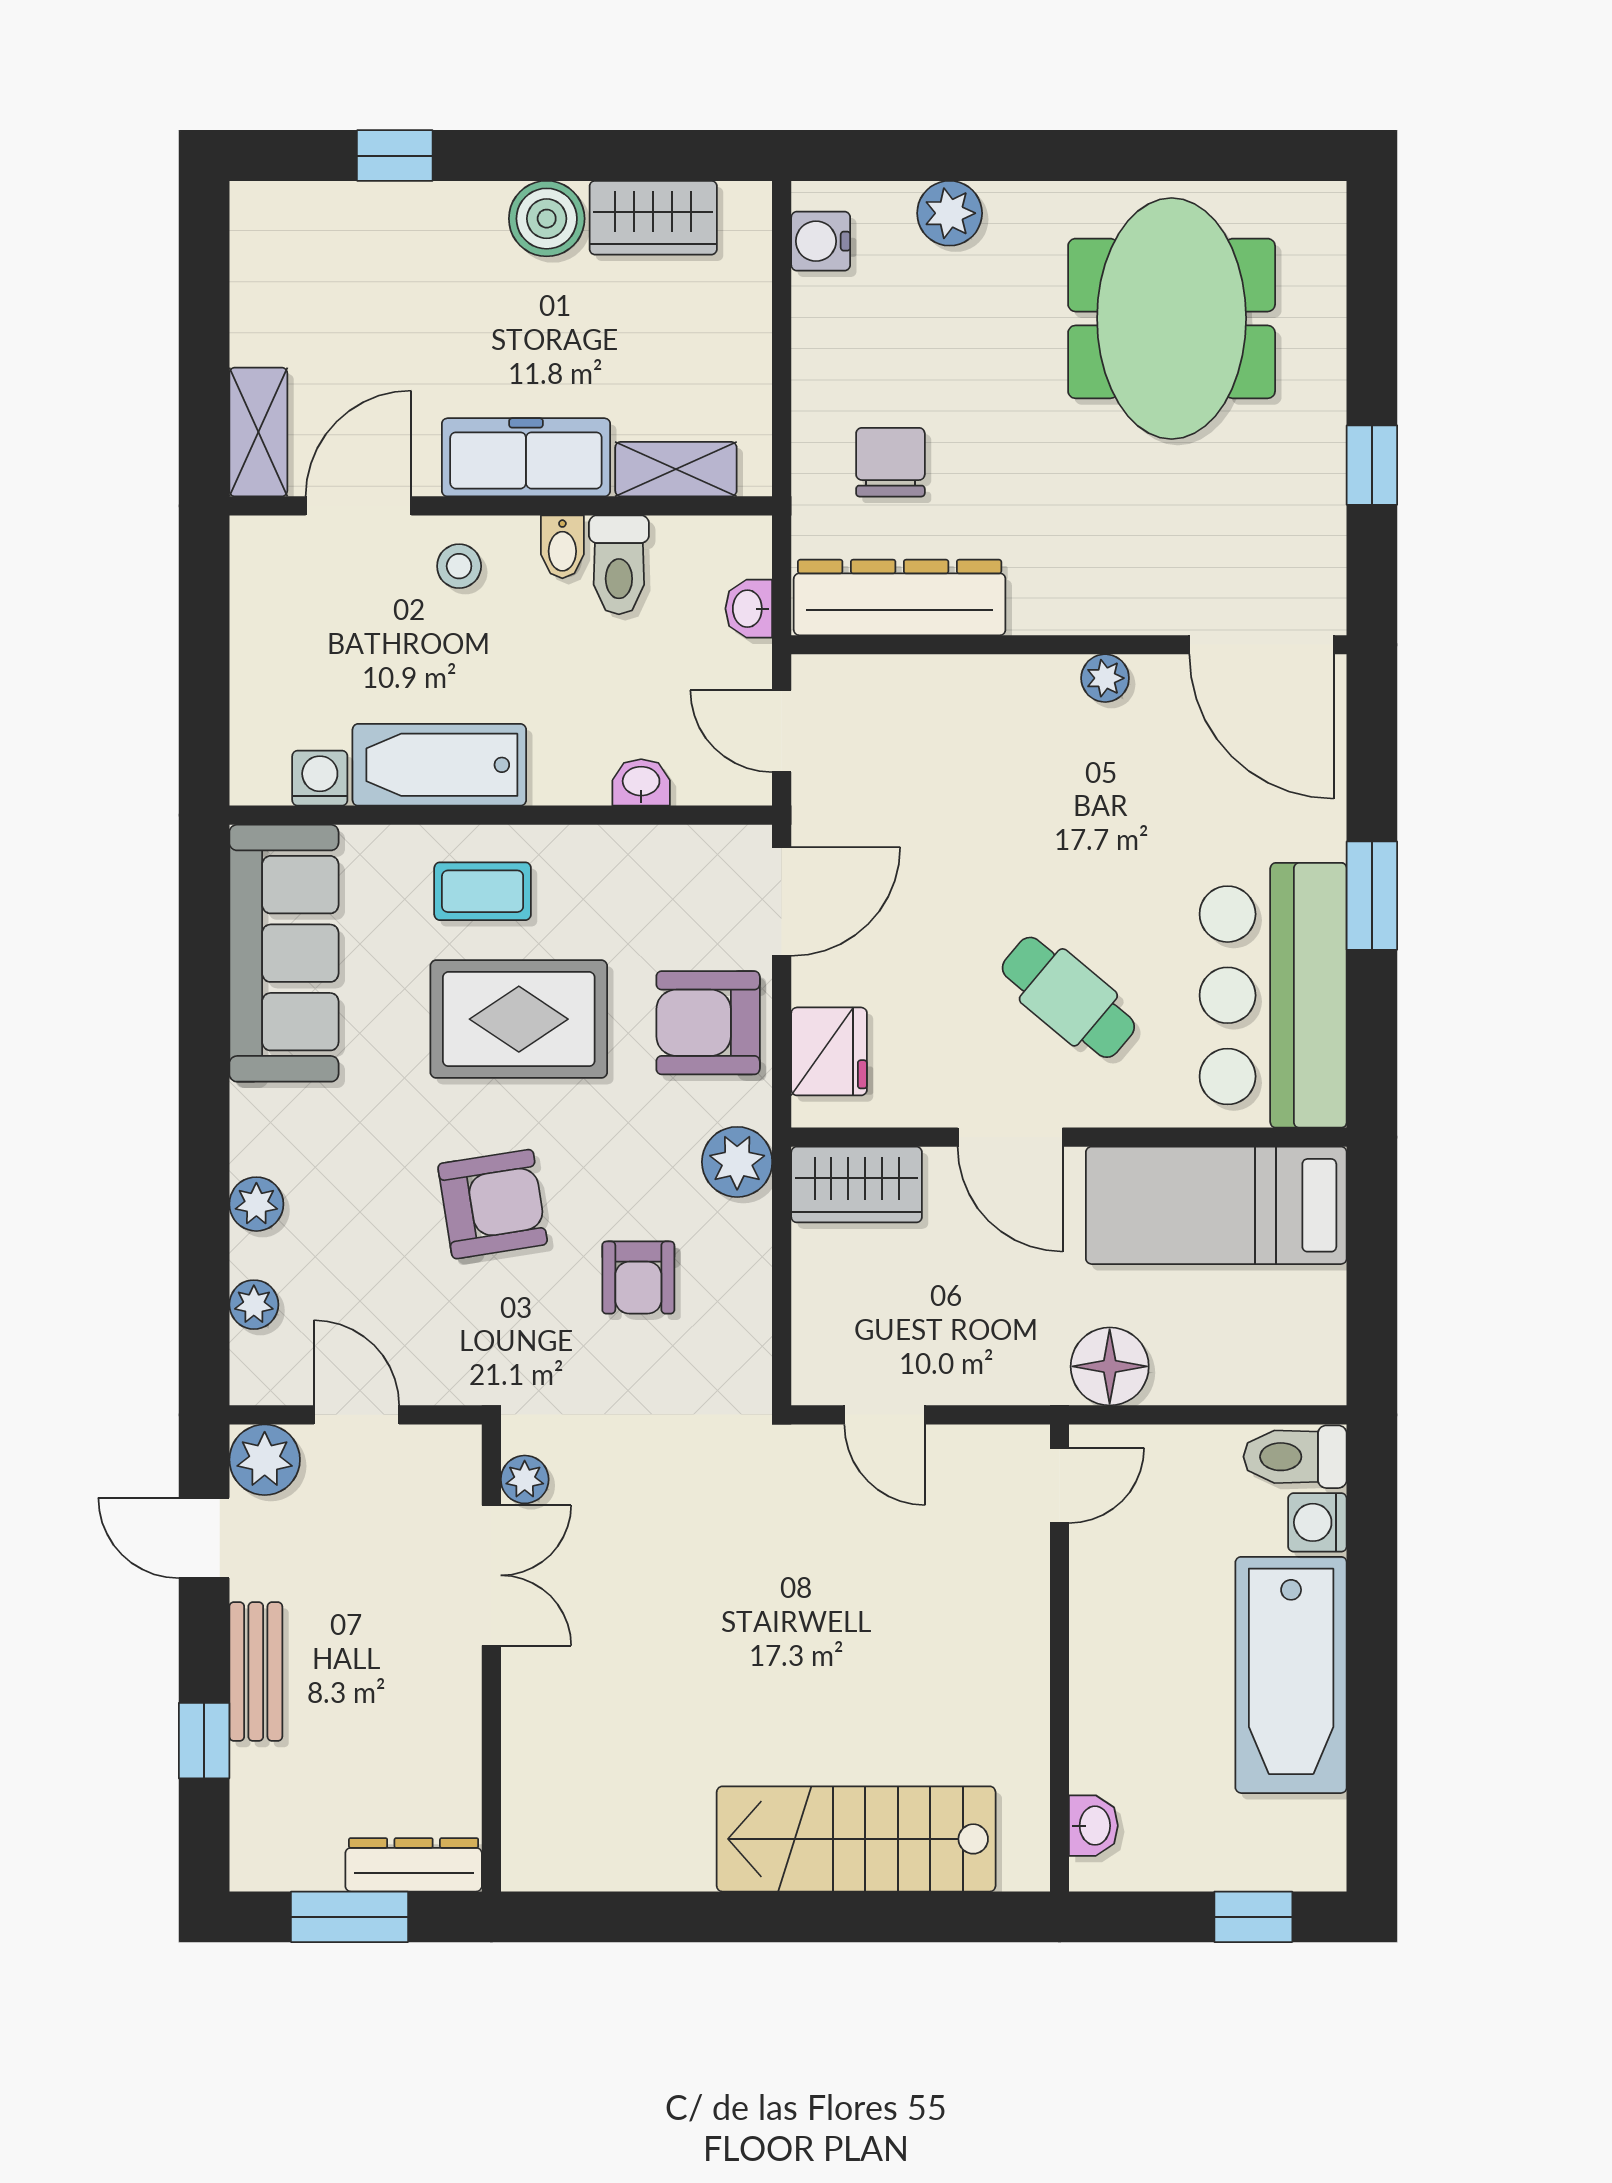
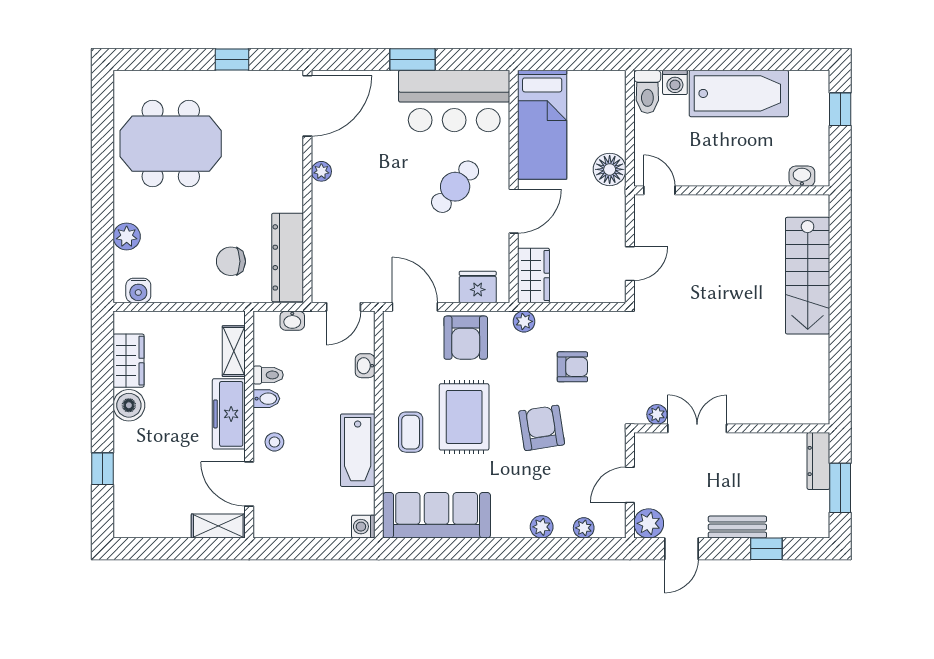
toilet: (619, 565) -> (268, 375), width x0.73, depth x0.72
washing machine: (320, 778) -> (363, 527), moved
plant: (737, 1162) -> (524, 321), width x0.73, depth x0.73

